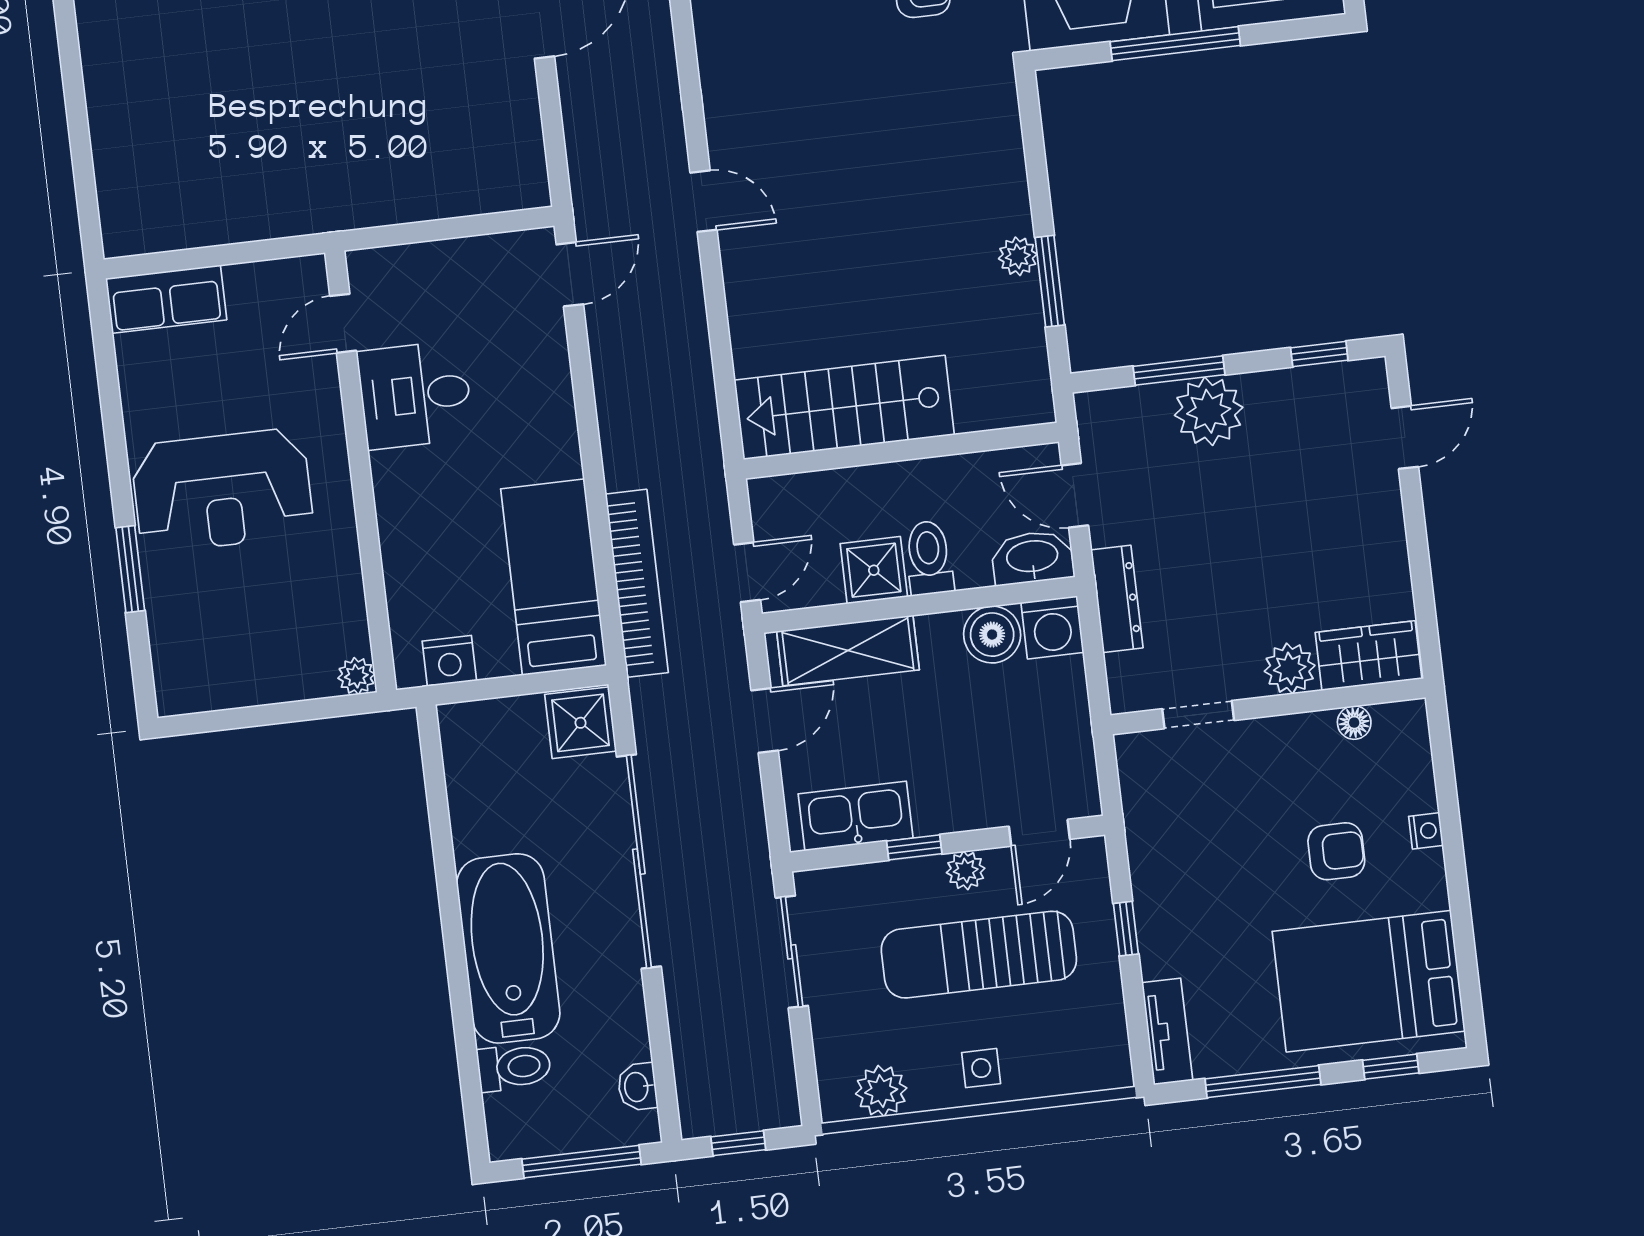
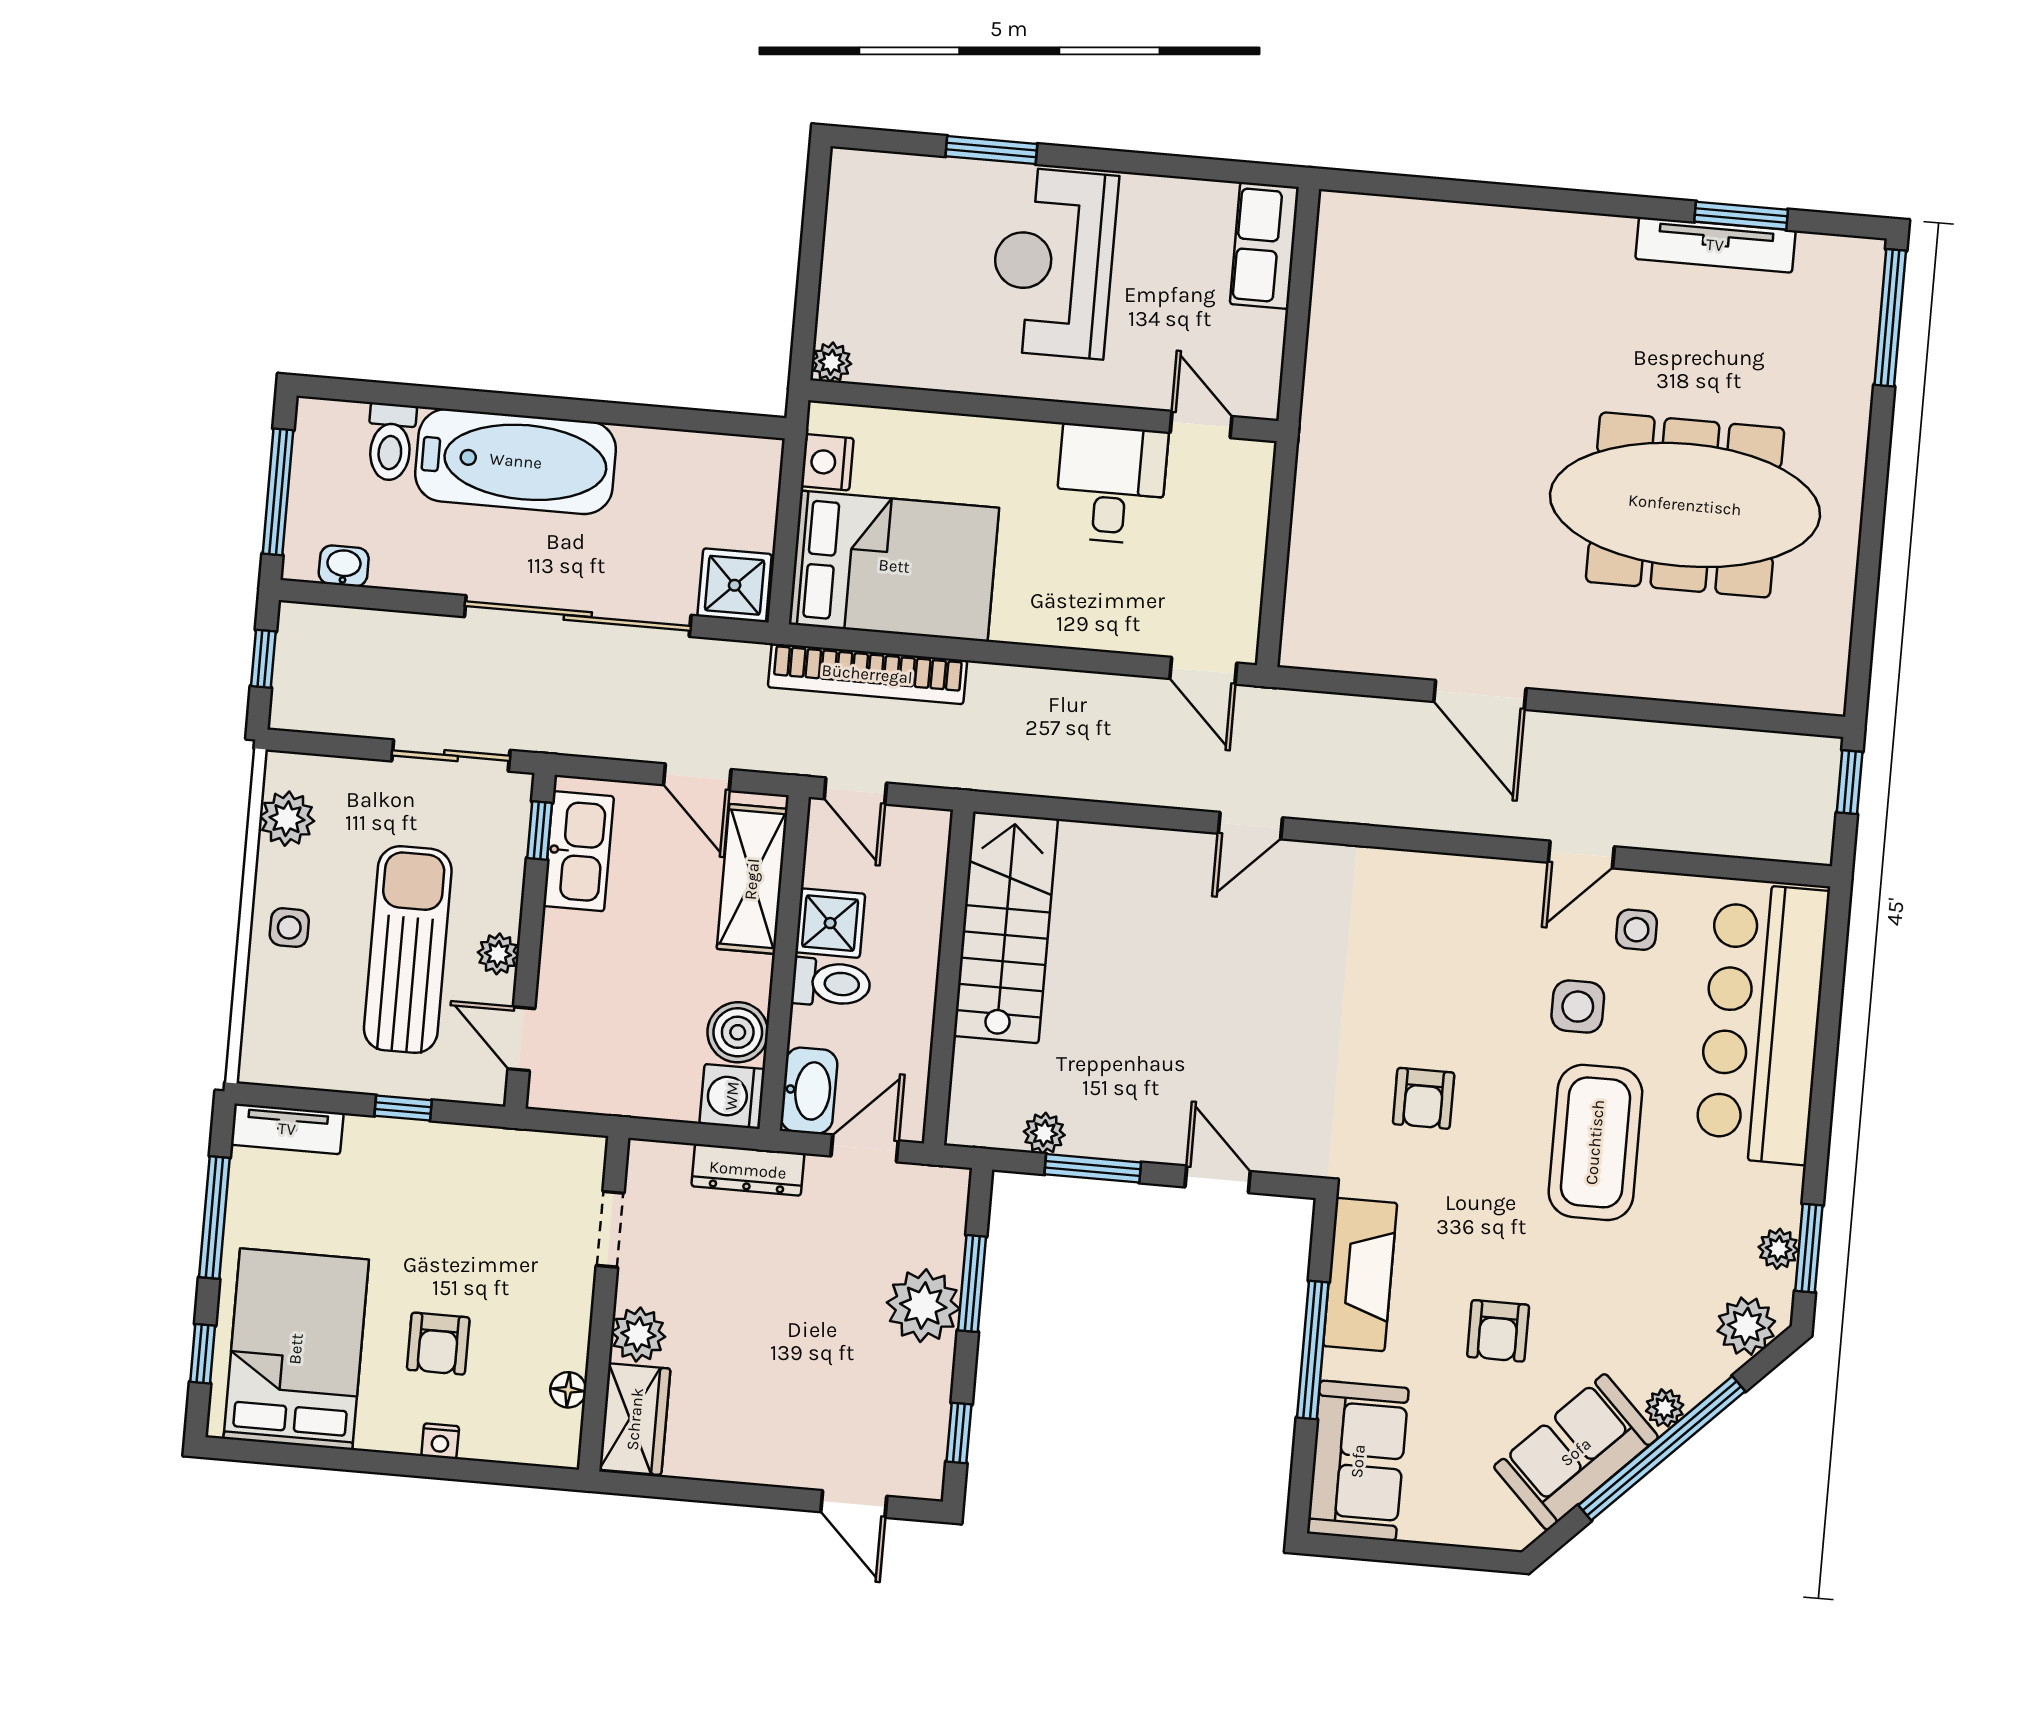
door: (1036, 164) -> (1218, 1179), added
plant: (1018, 256) -> (1044, 1133), moved
bed: (553, 577) -> (894, 566), width x1.50
window: (914, 847) -> (540, 831), moved

